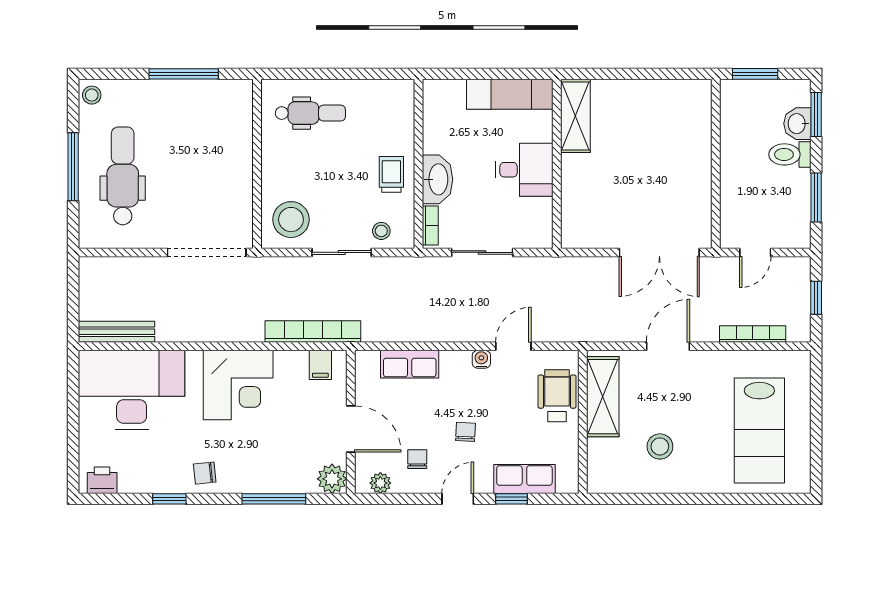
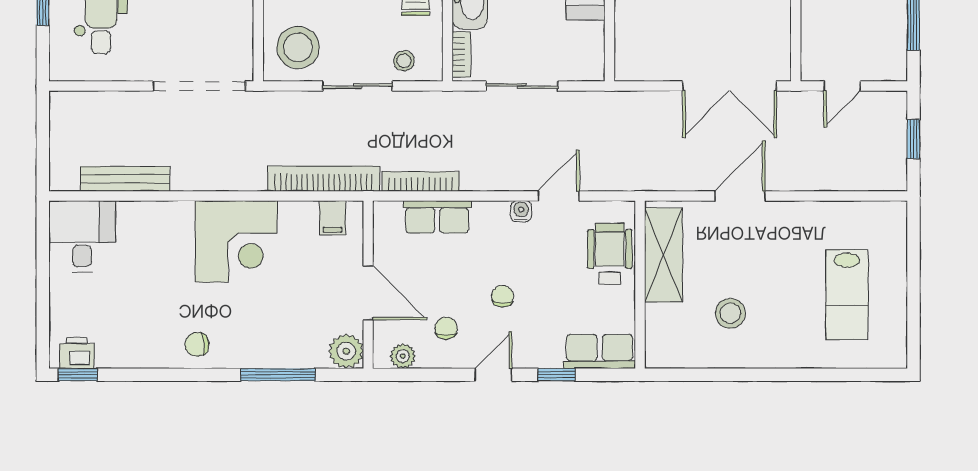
bench: (117, 332) -> (125, 179), moved
bookcase: (753, 334) -> (421, 182), moved
desk: (132, 390) -> (82, 236), width x0.53, depth x0.77
lab bench: (759, 430) -> (847, 295), width x0.73, depth x0.72
row of seats: (524, 479) -> (600, 351), moved
window: (169, 499) -> (78, 375), moved

